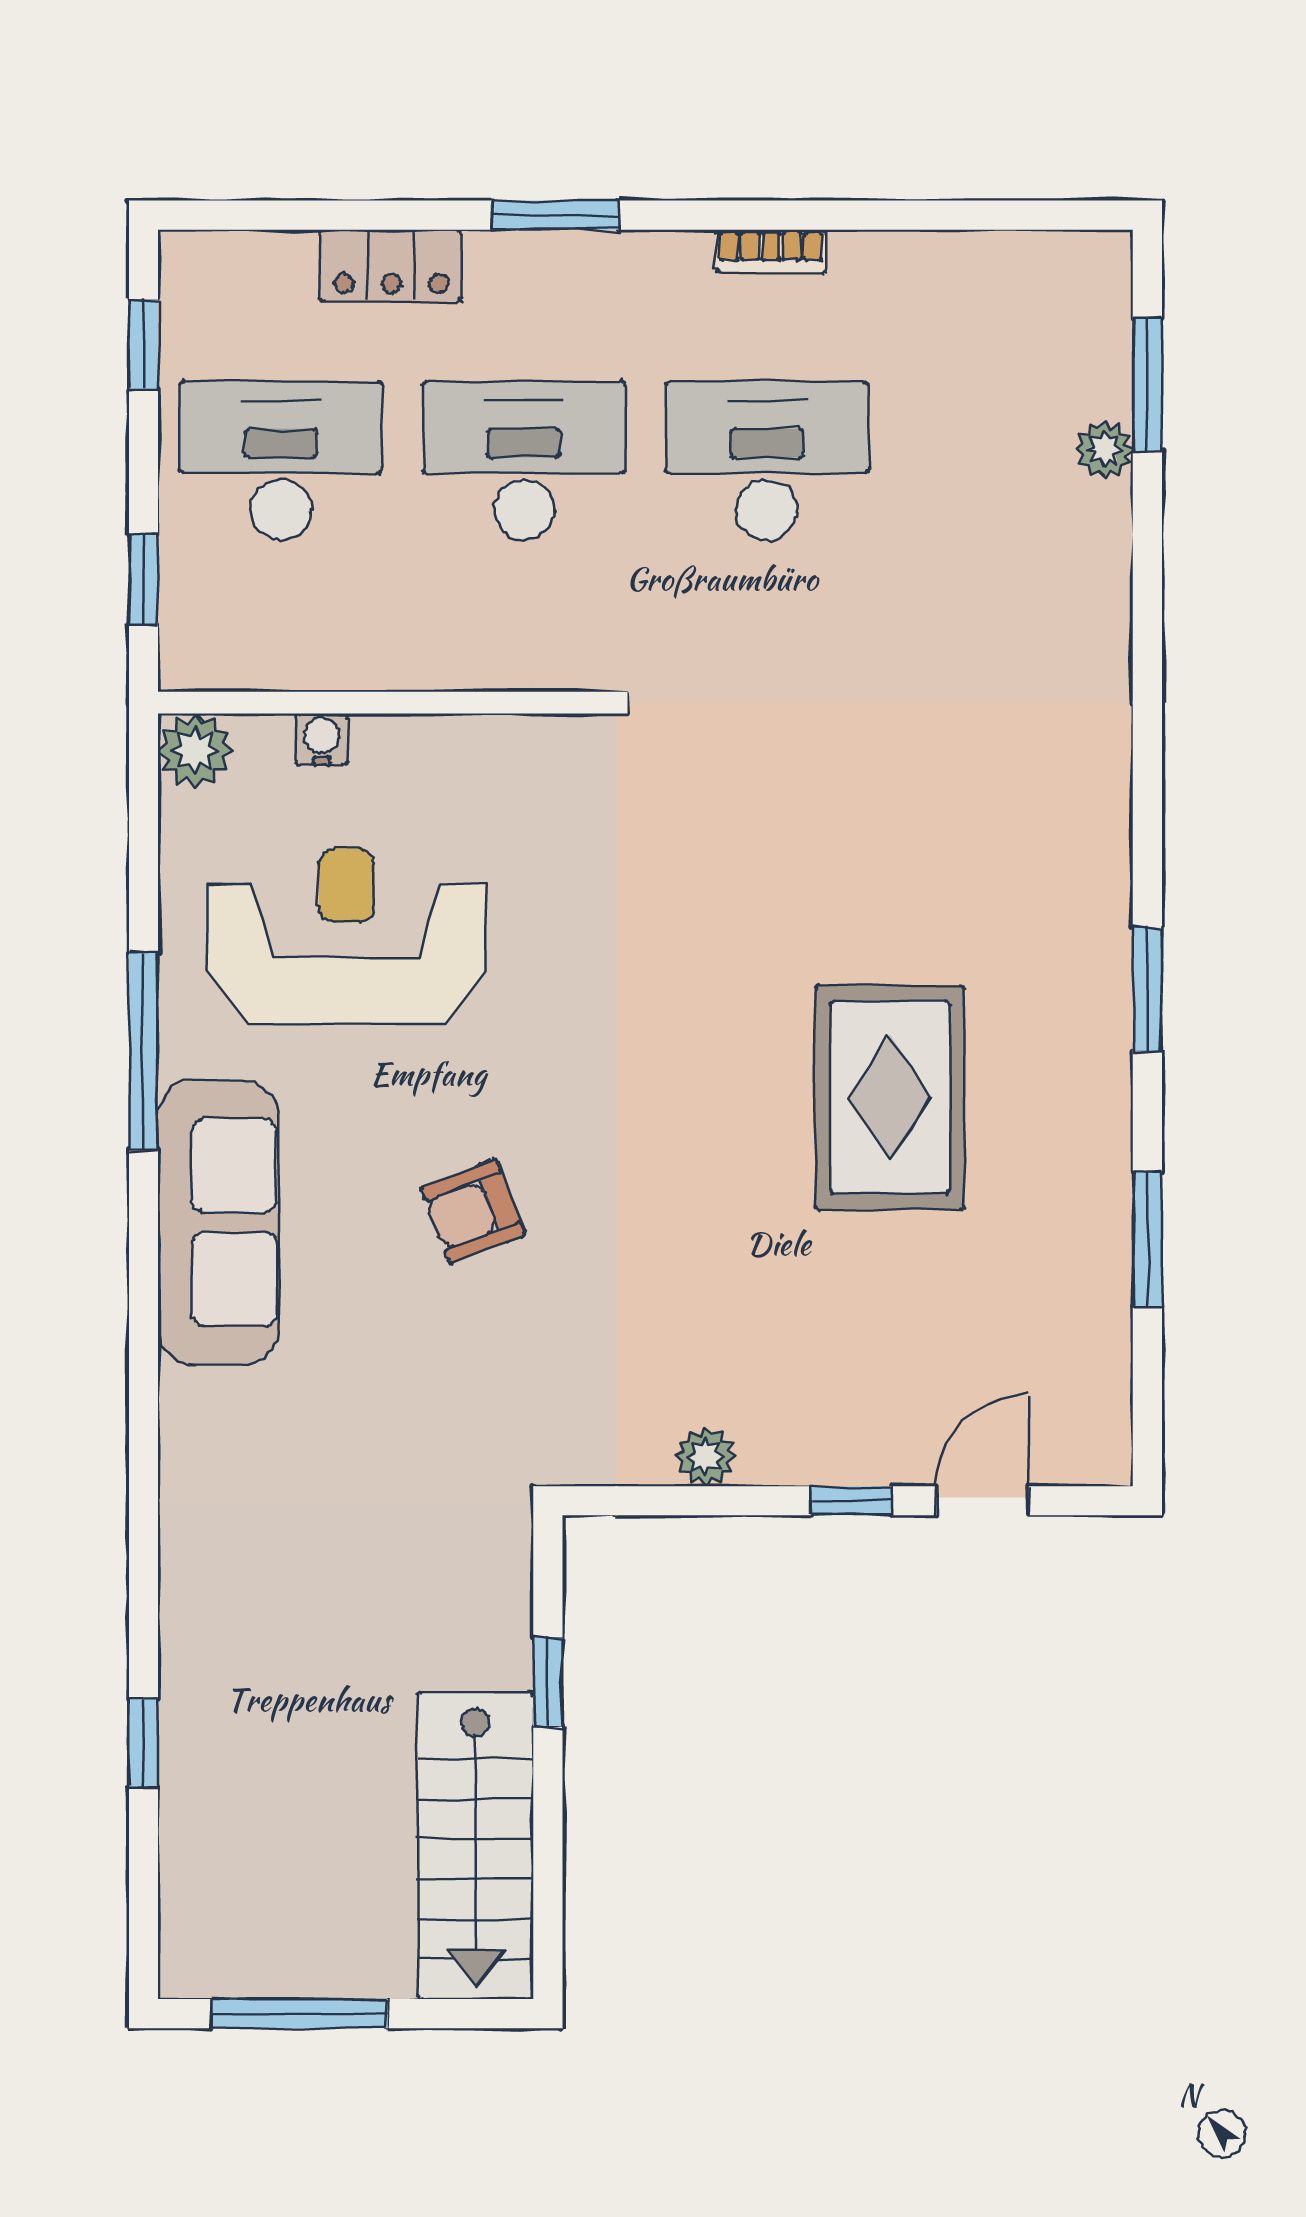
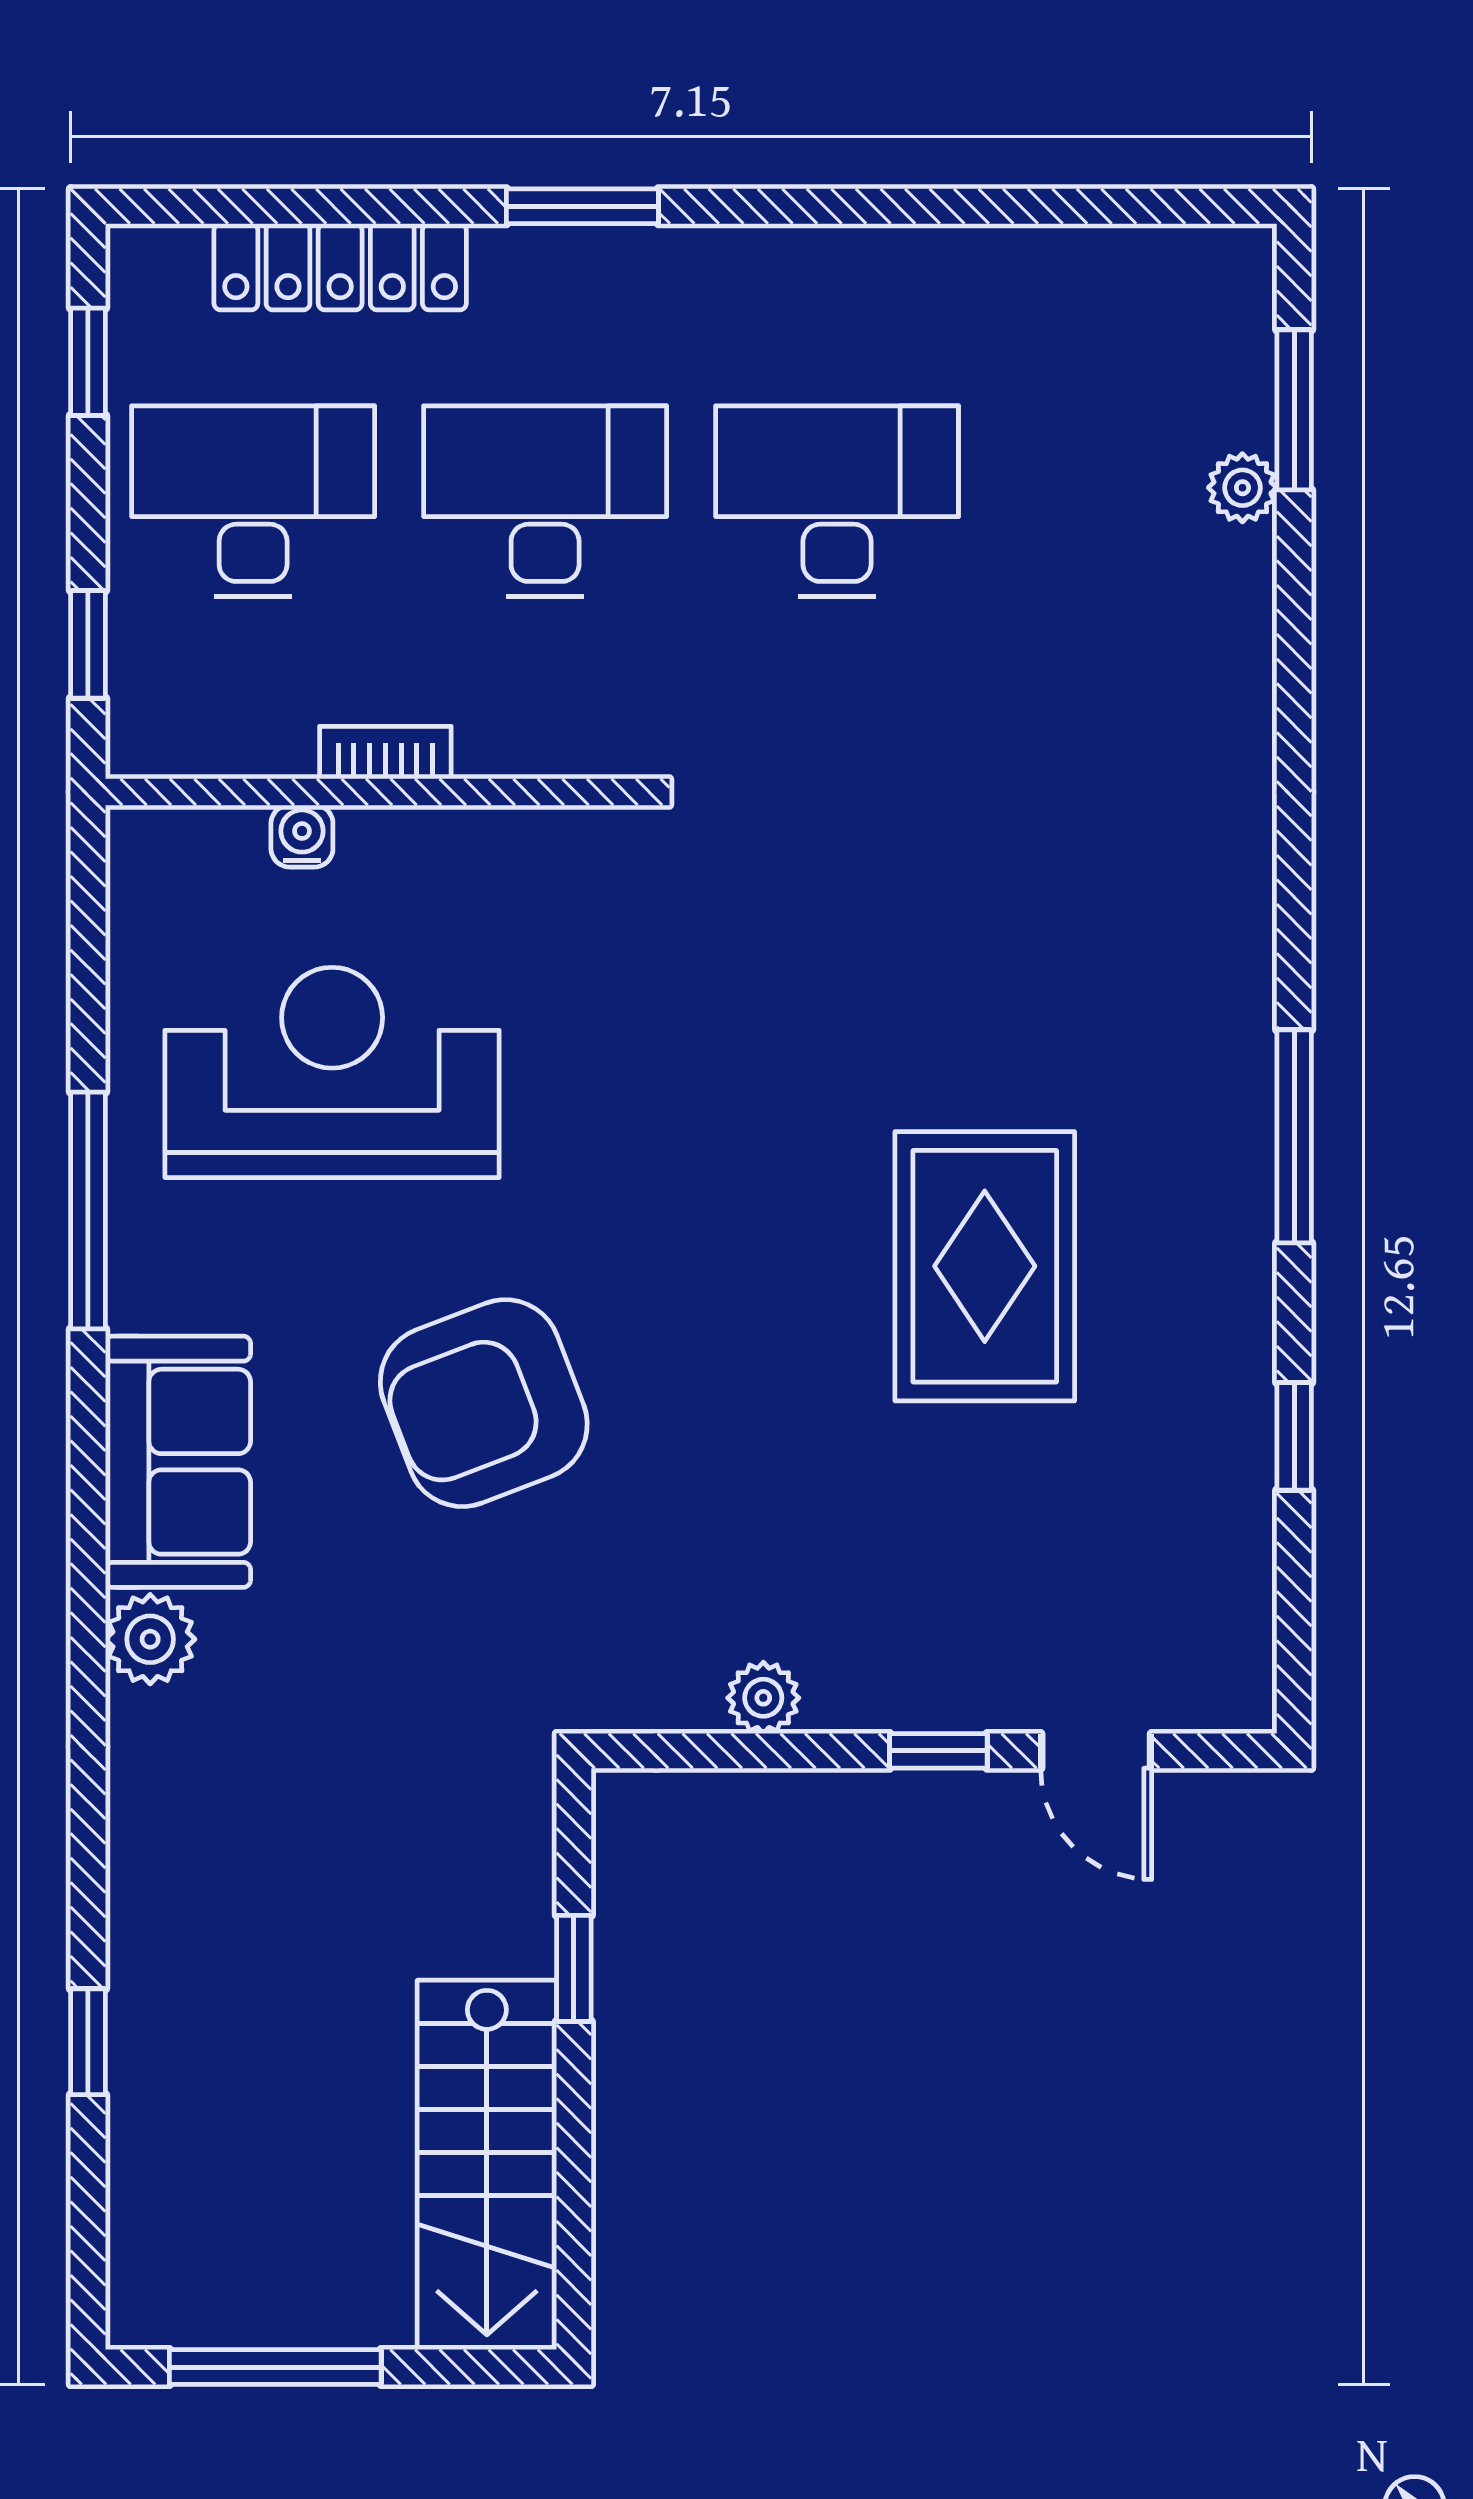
bookcase: (771, 251) -> (385, 753), moved, turned 180
locker: (391, 265) -> (340, 267), width x1.53
plant: (195, 751) -> (150, 1639), moved
window: (1147, 989) -> (1294, 1136), width x1.44
armchair: (473, 1211) -> (484, 1403), width x1.88, depth x1.88
sofa: (218, 1222) -> (178, 1462), width x0.73
window: (1147, 1239) -> (1294, 1436), width x0.67
door: (983, 1501) -> (1096, 1751), swing flipped

